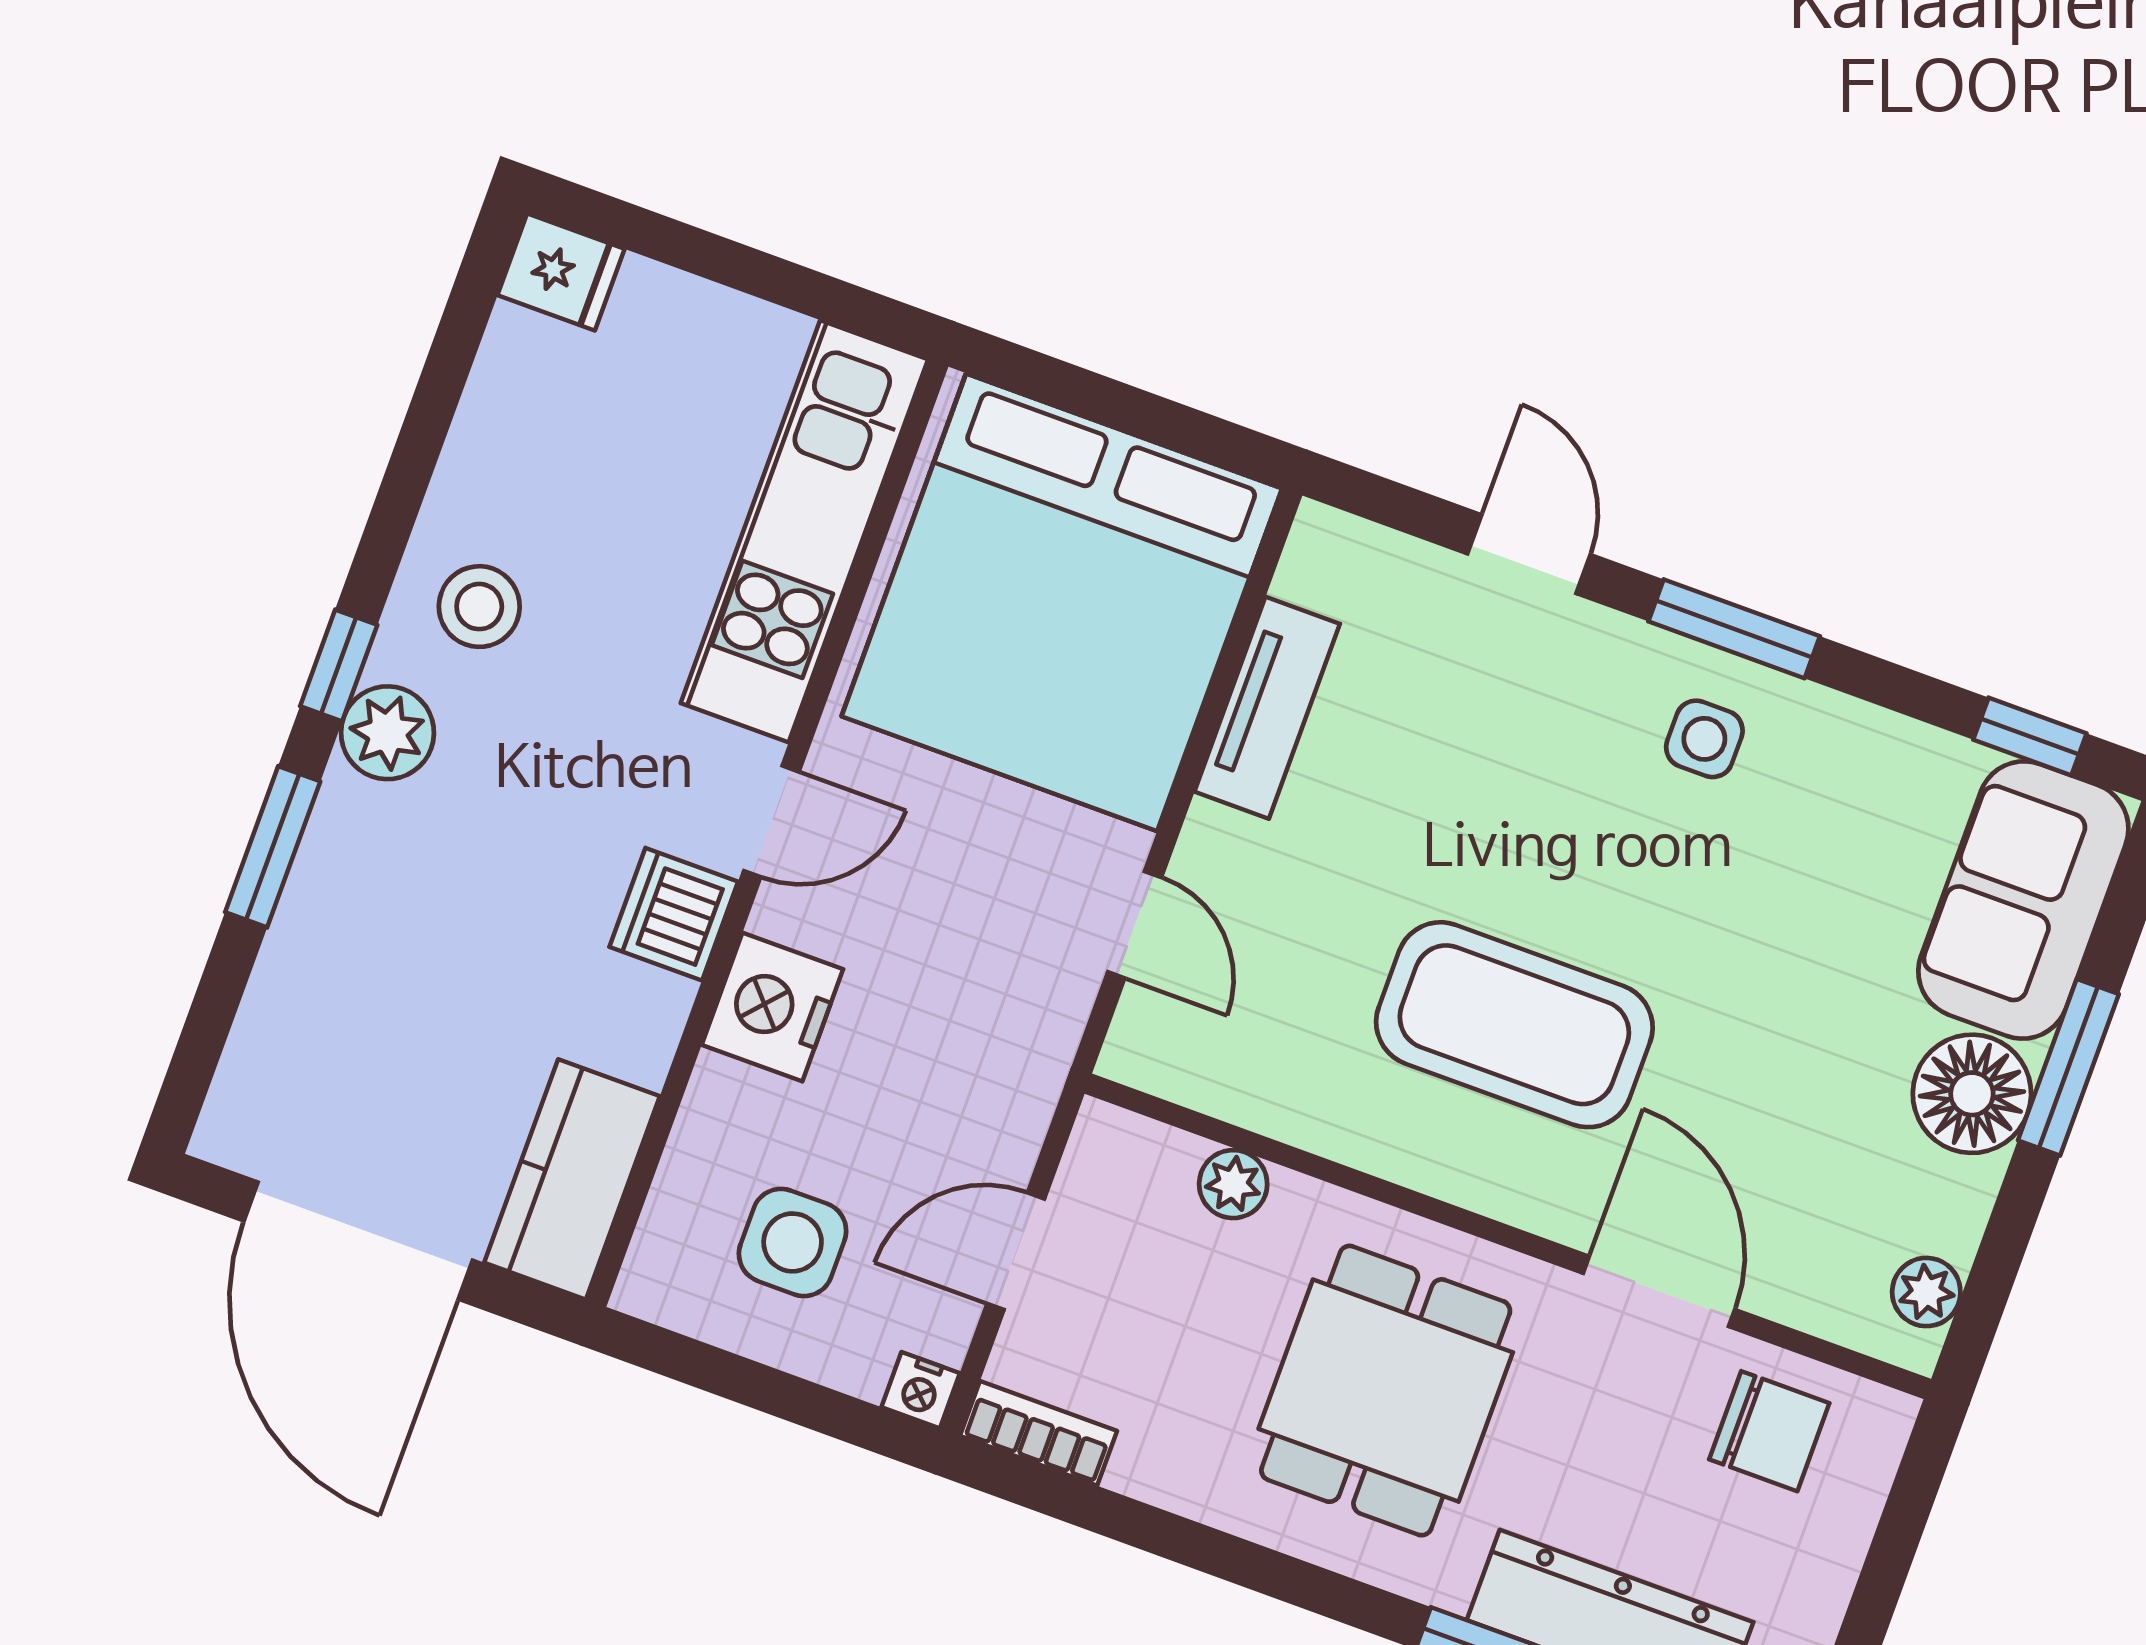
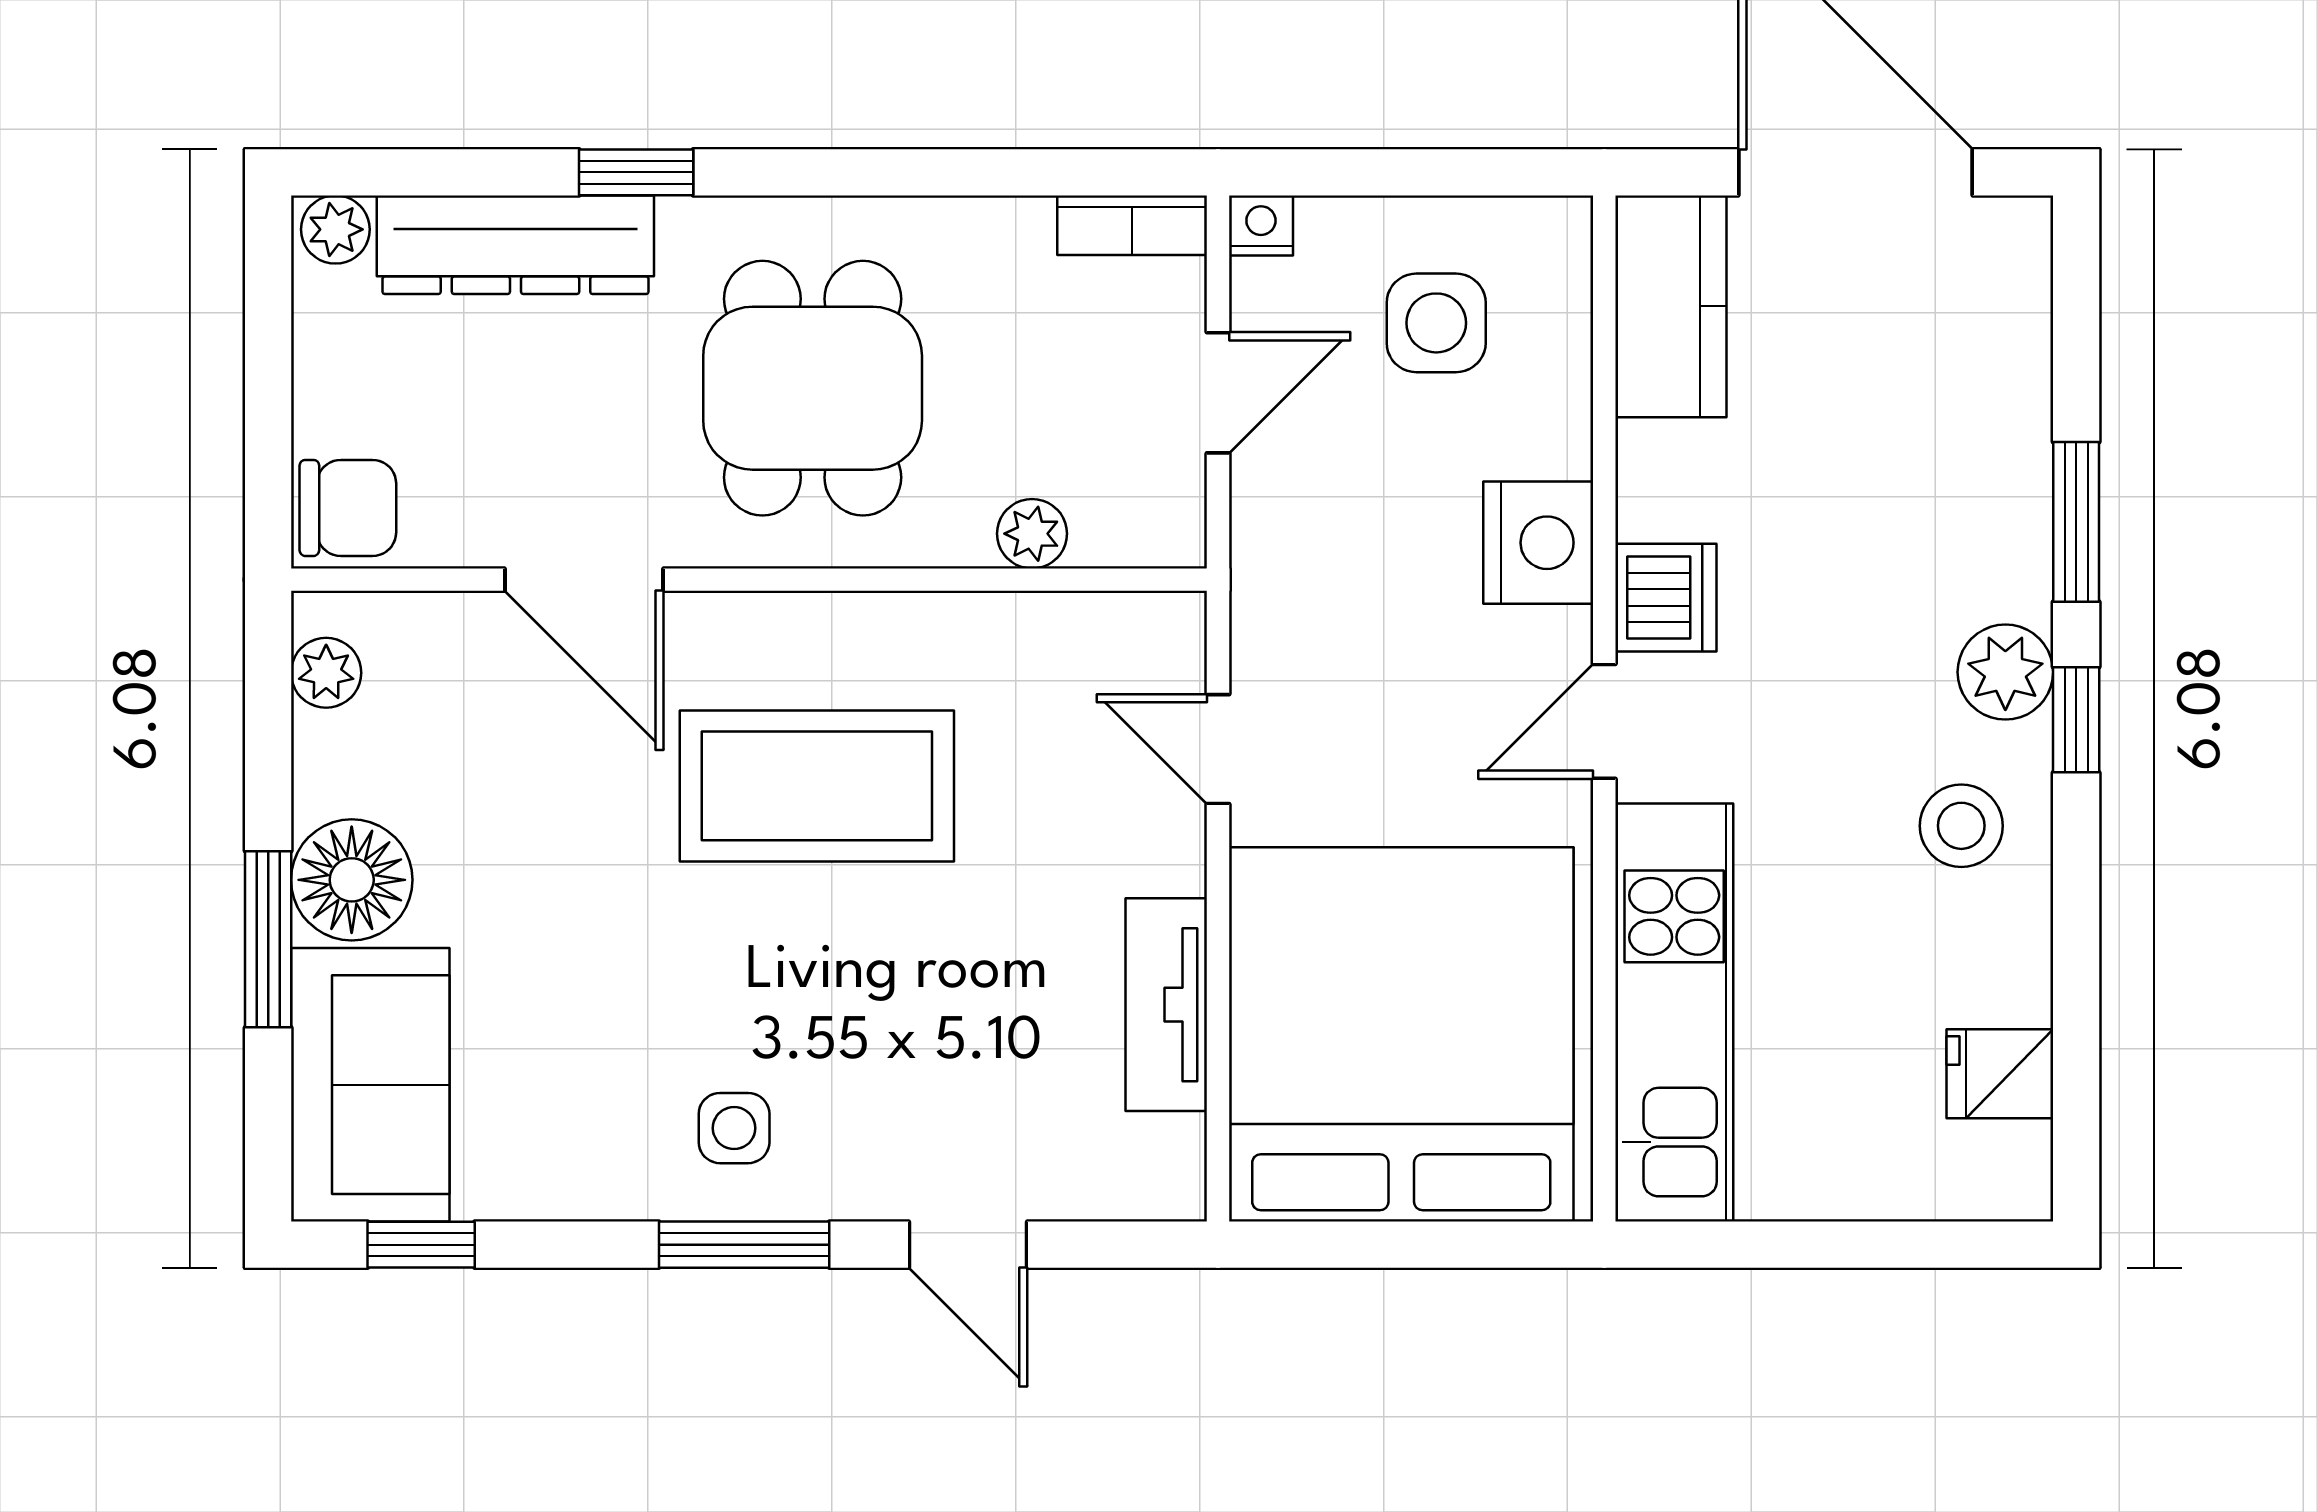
fridge: (561, 272) -> (2000, 1074), moved
chair: (1769, 1431) -> (348, 508), moved, turned 180

